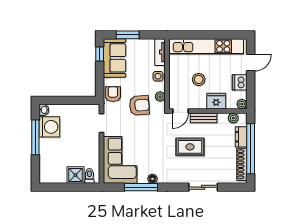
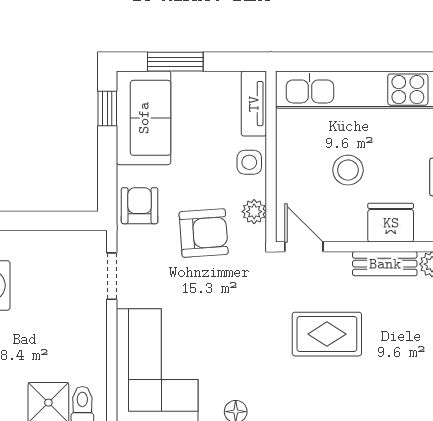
door: (180, 111) -> (304, 247), swing flipped
bench: (204, 118) -> (385, 264), moved

